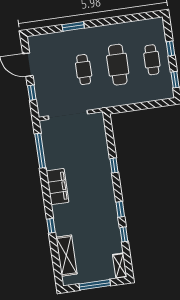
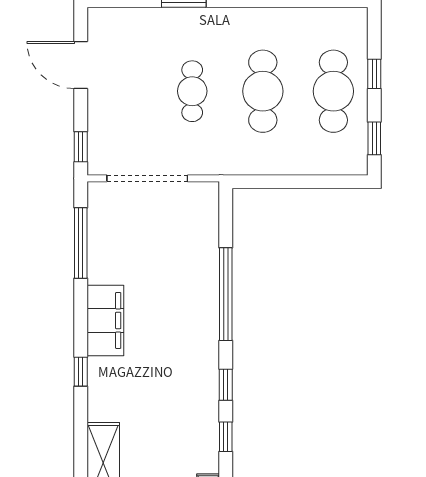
cafe table: (152, 60) -> (333, 91), width x1.37, depth x1.35
window: (32, 93) -> (81, 147), moved
window: (114, 165) -> (226, 294), width x3.17
window: (51, 226) -> (81, 372), moved

